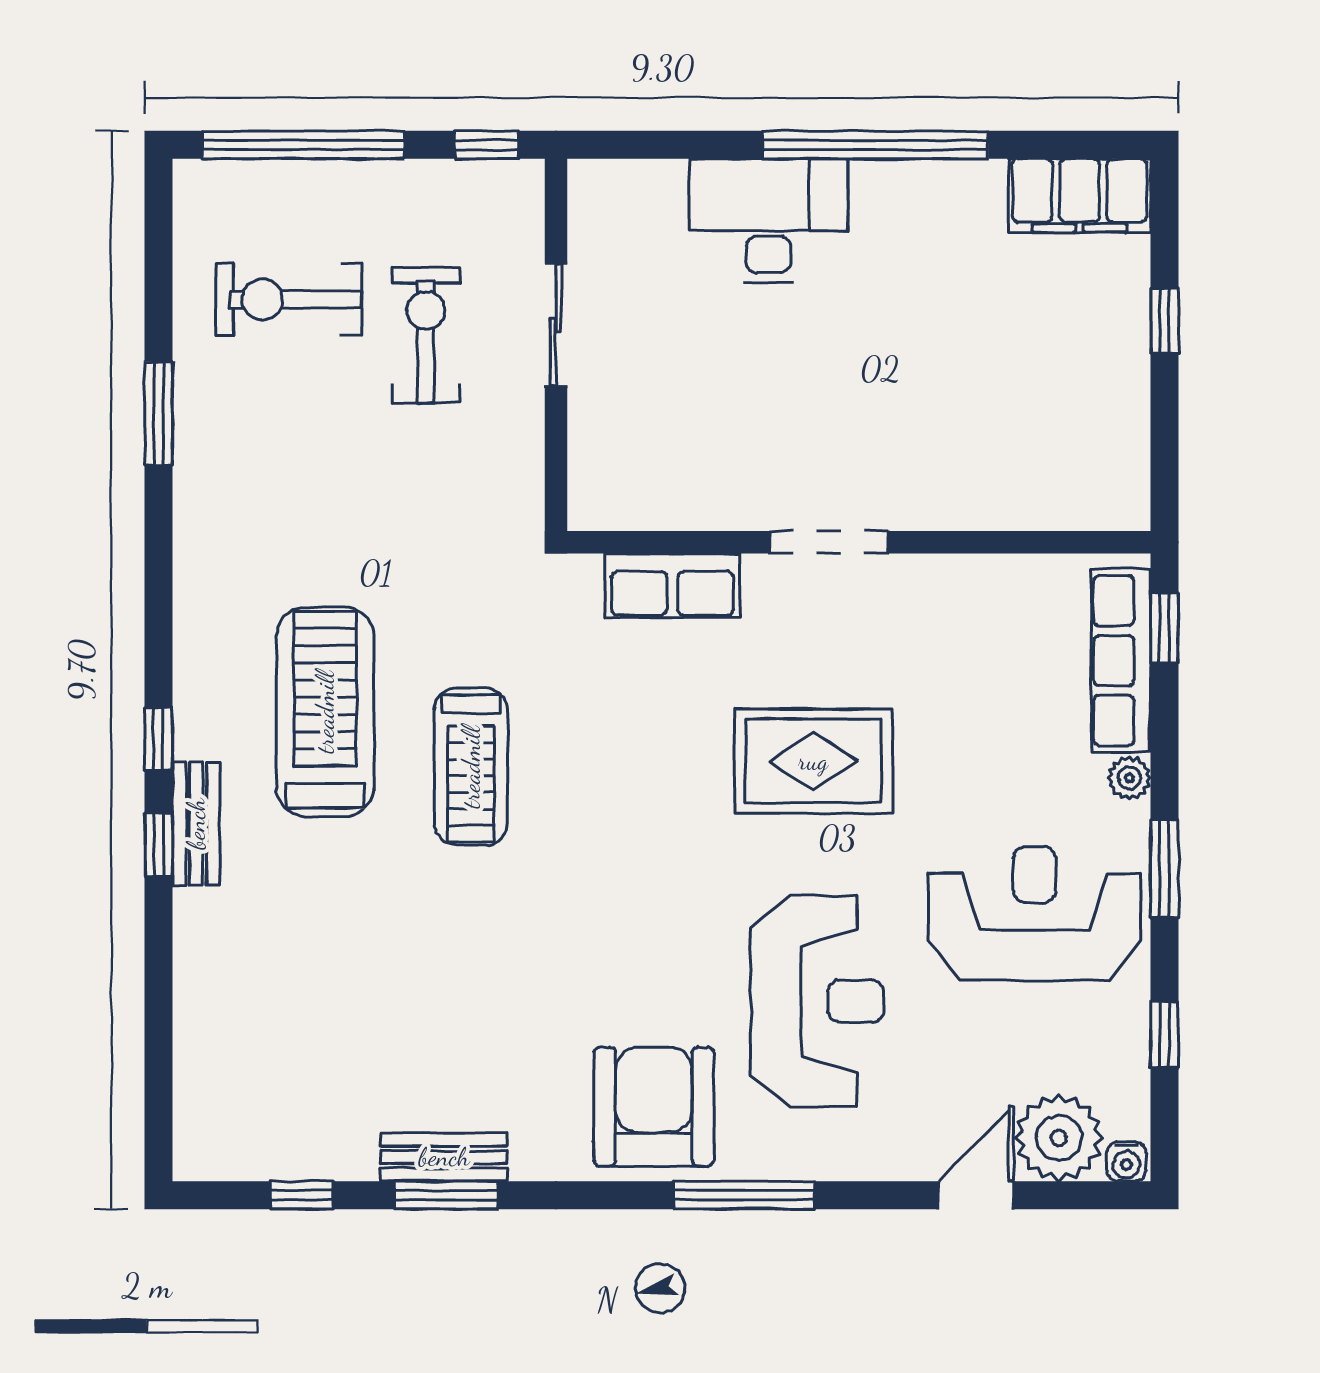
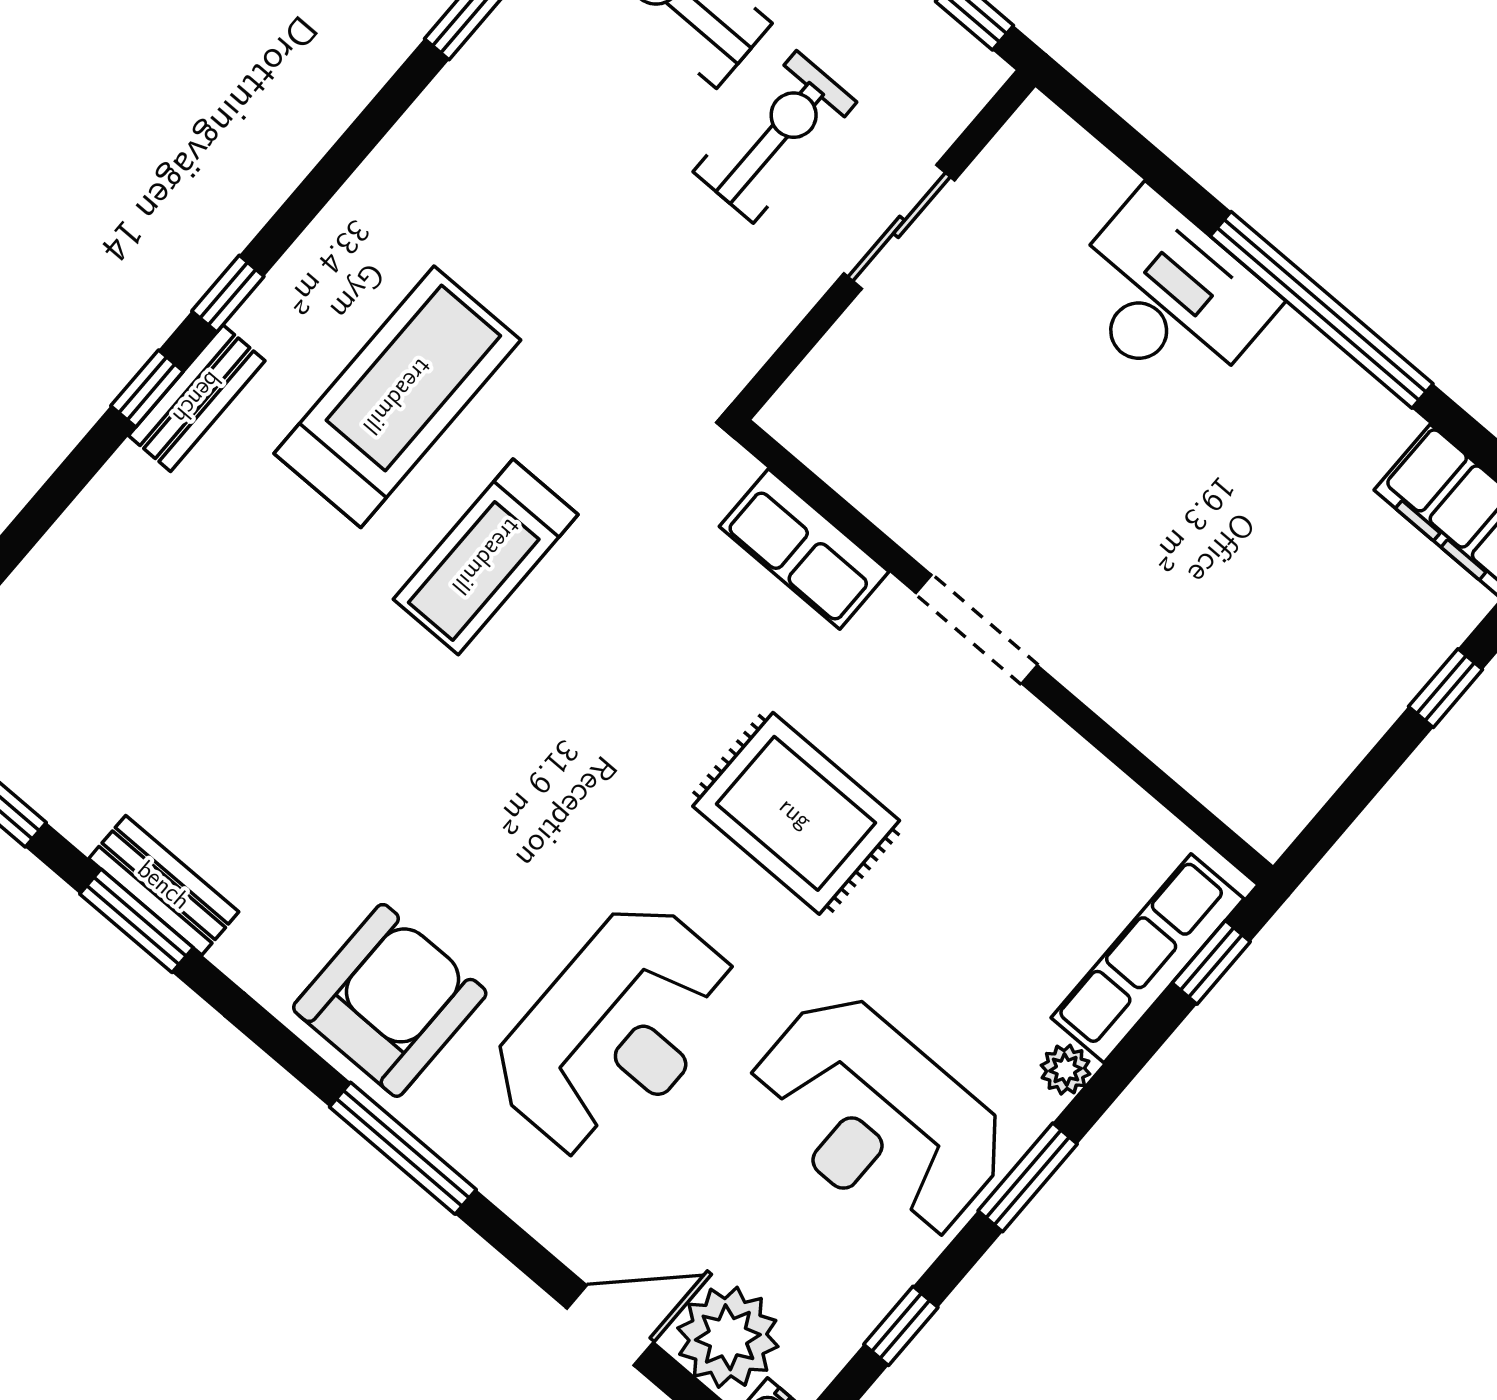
reception desk: (1034, 914) -> (877, 1118), turned 180

